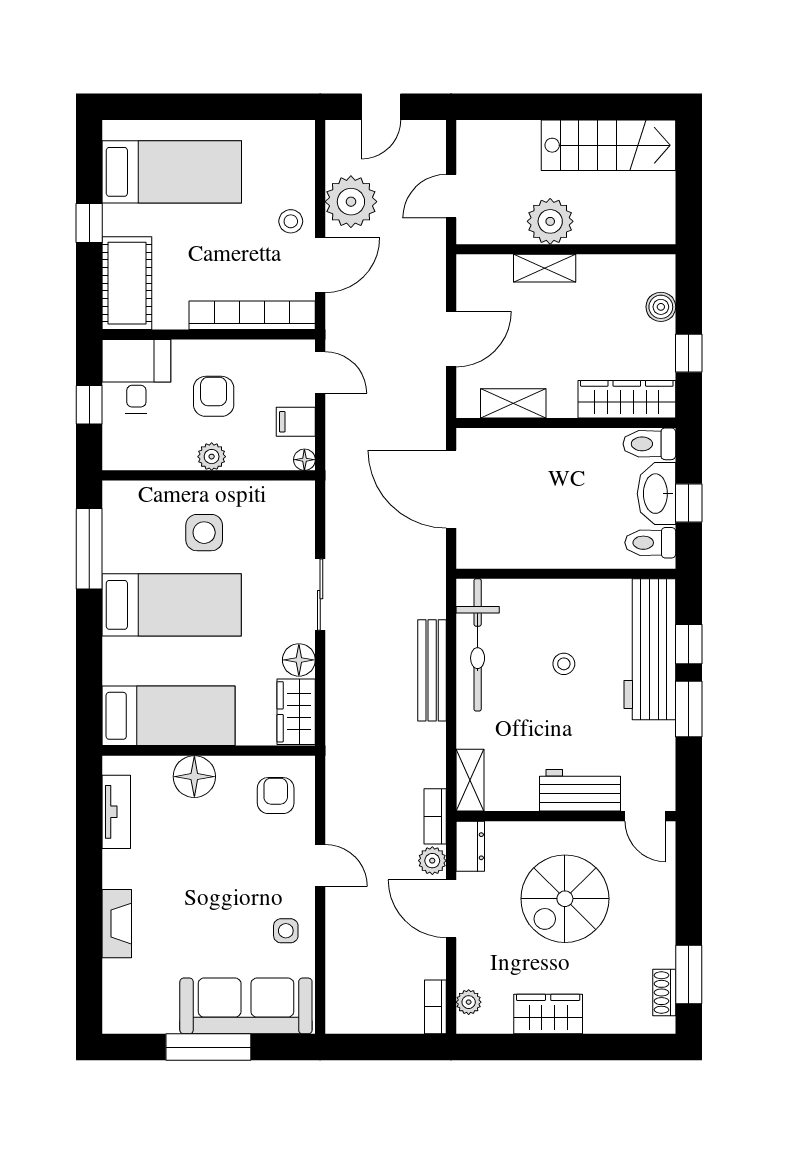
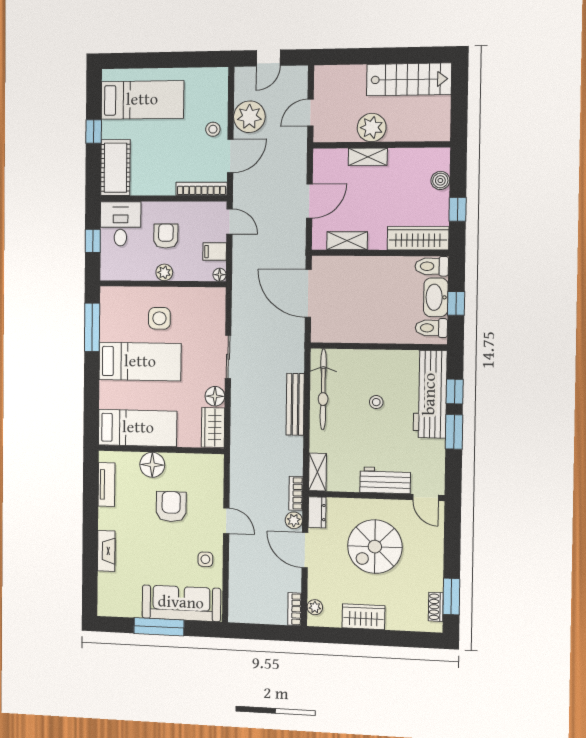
bookcase: (252, 315) -> (201, 189), width x0.68, depth x0.76
armchair: (276, 796) -> (171, 507), moved, width x1.38, depth x1.38

